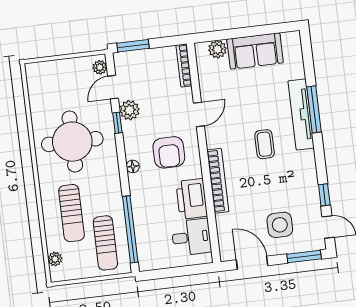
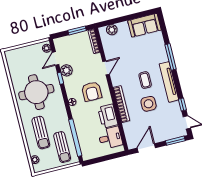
window: (133, 46) -> (77, 30), moved
sofa: (255, 51) -> (144, 25), moved
tv unit: (301, 114) -> (169, 82), moved
side table: (280, 225) -> (149, 104), moved
door: (252, 263) -> (146, 148), hinge flipped

